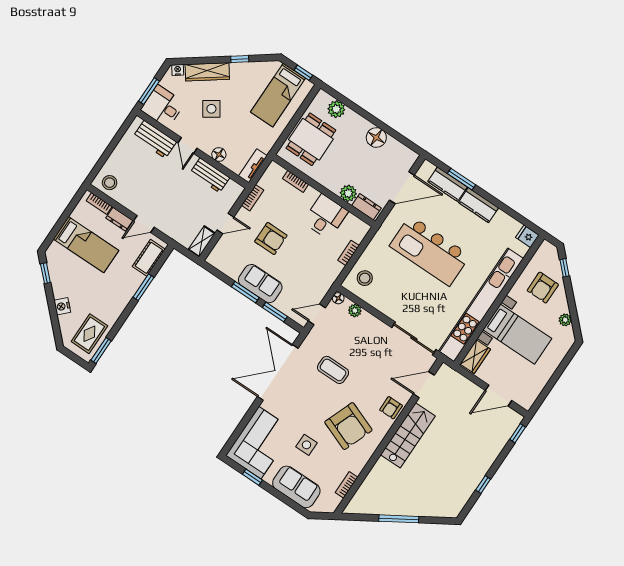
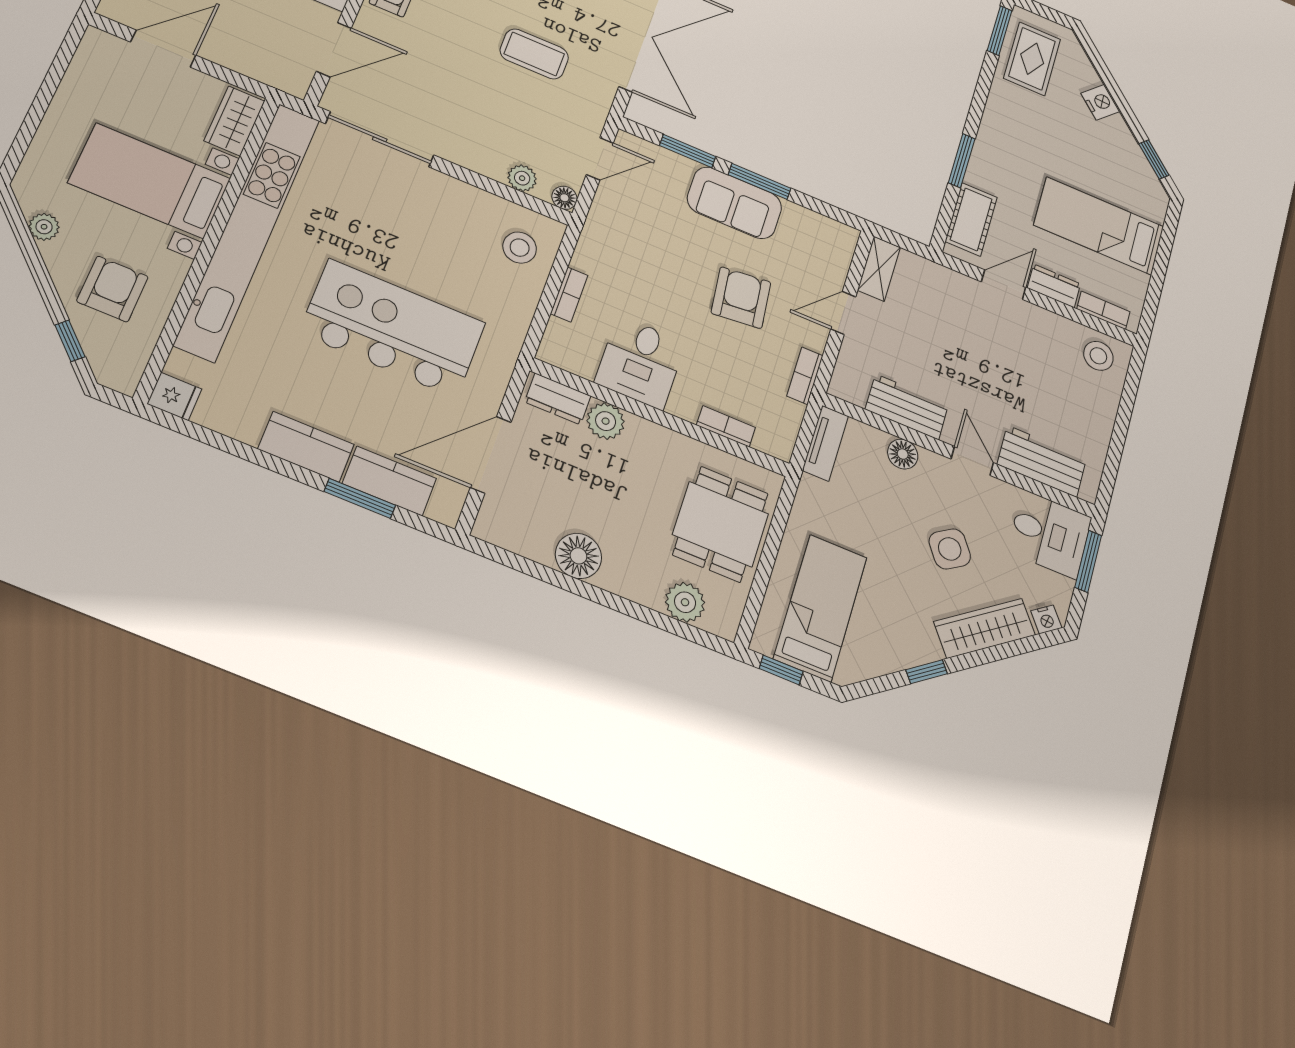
armchair: (271, 239) -> (741, 298), turned 84

